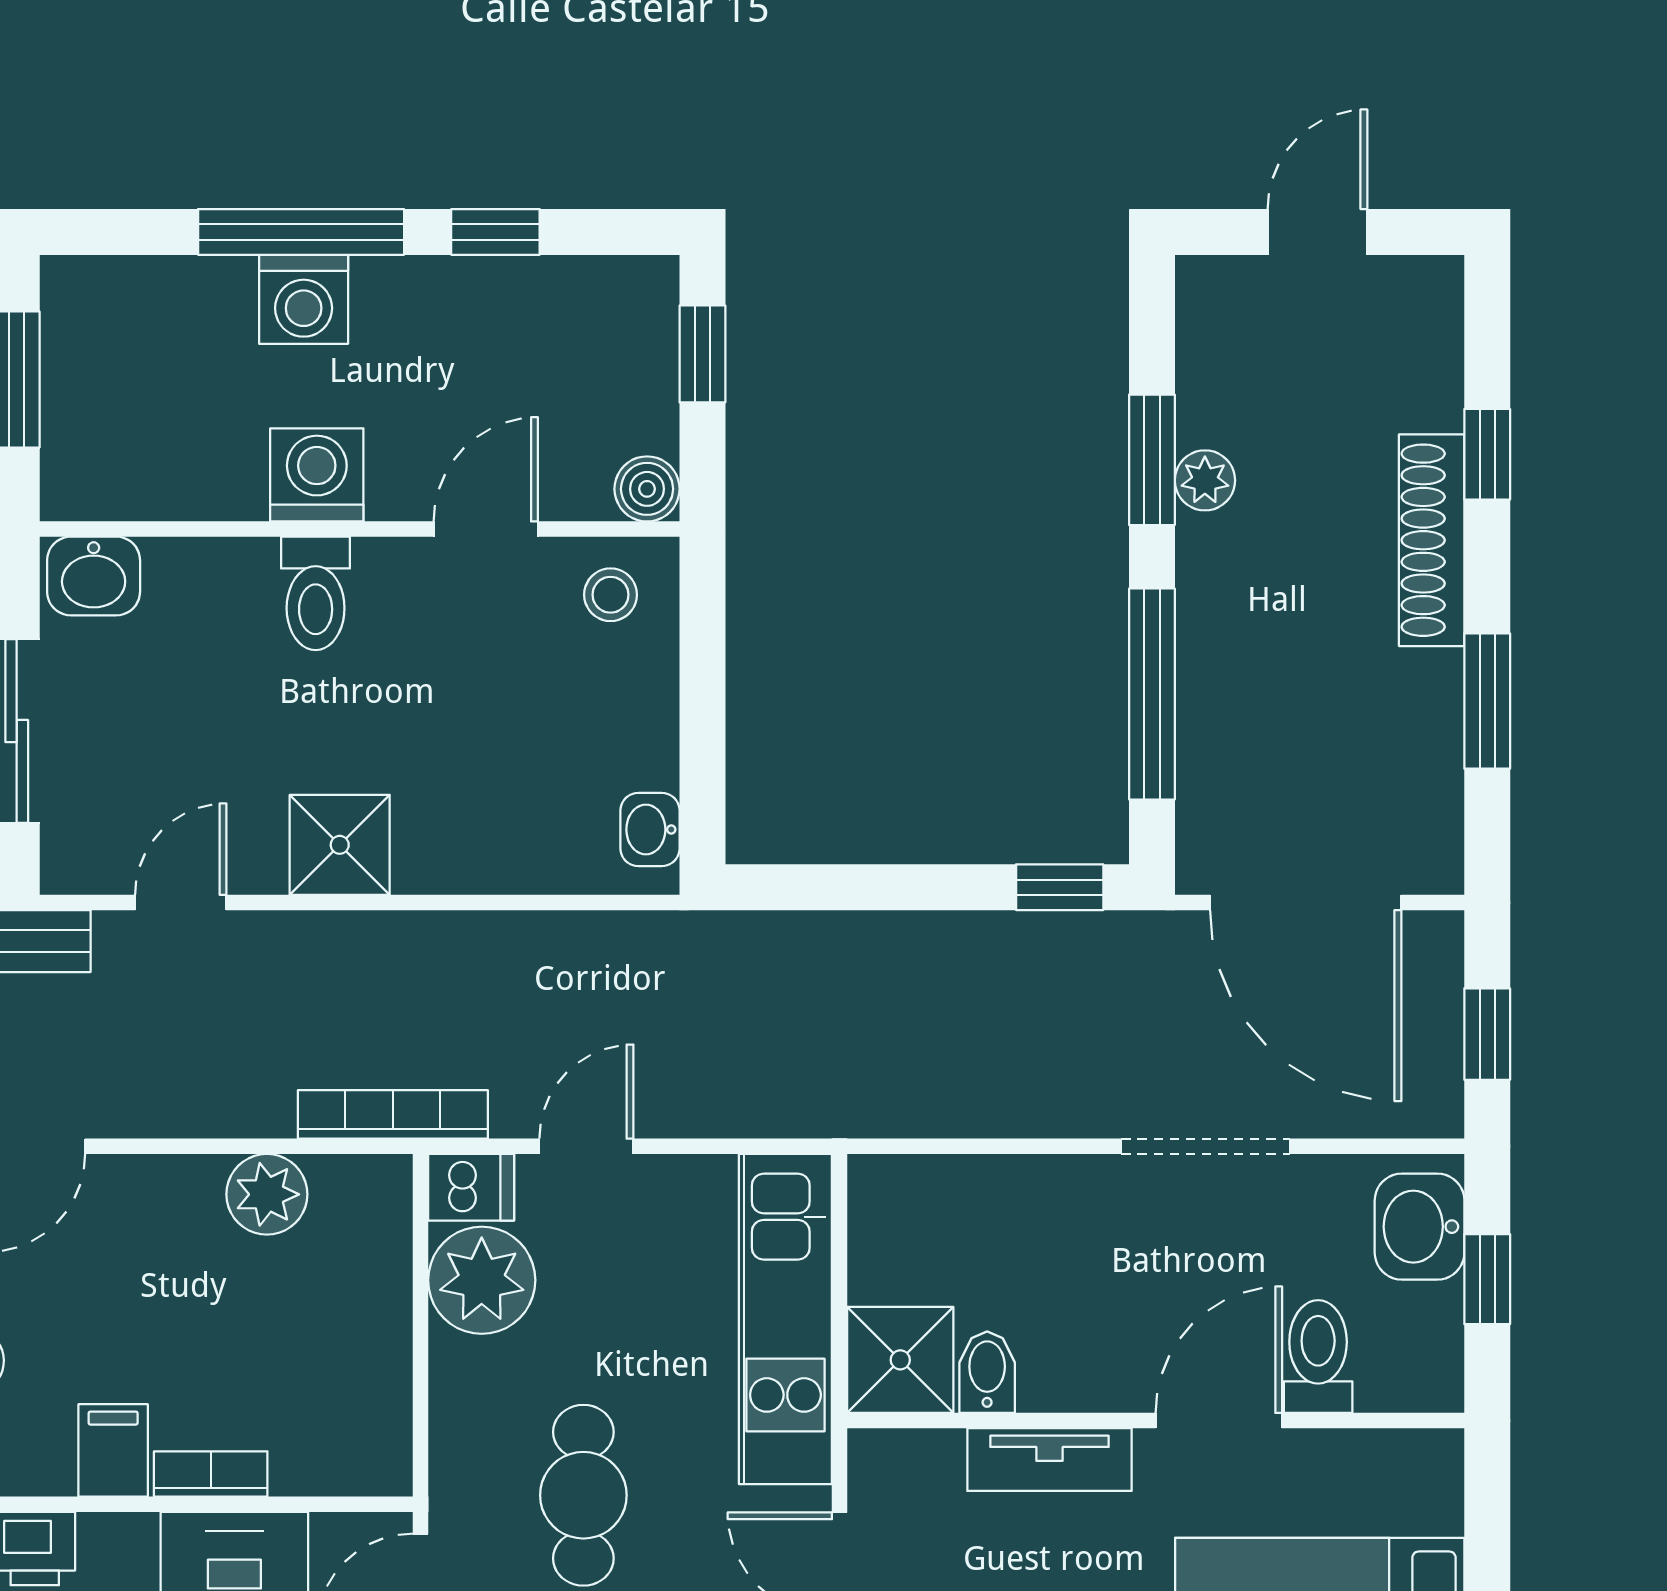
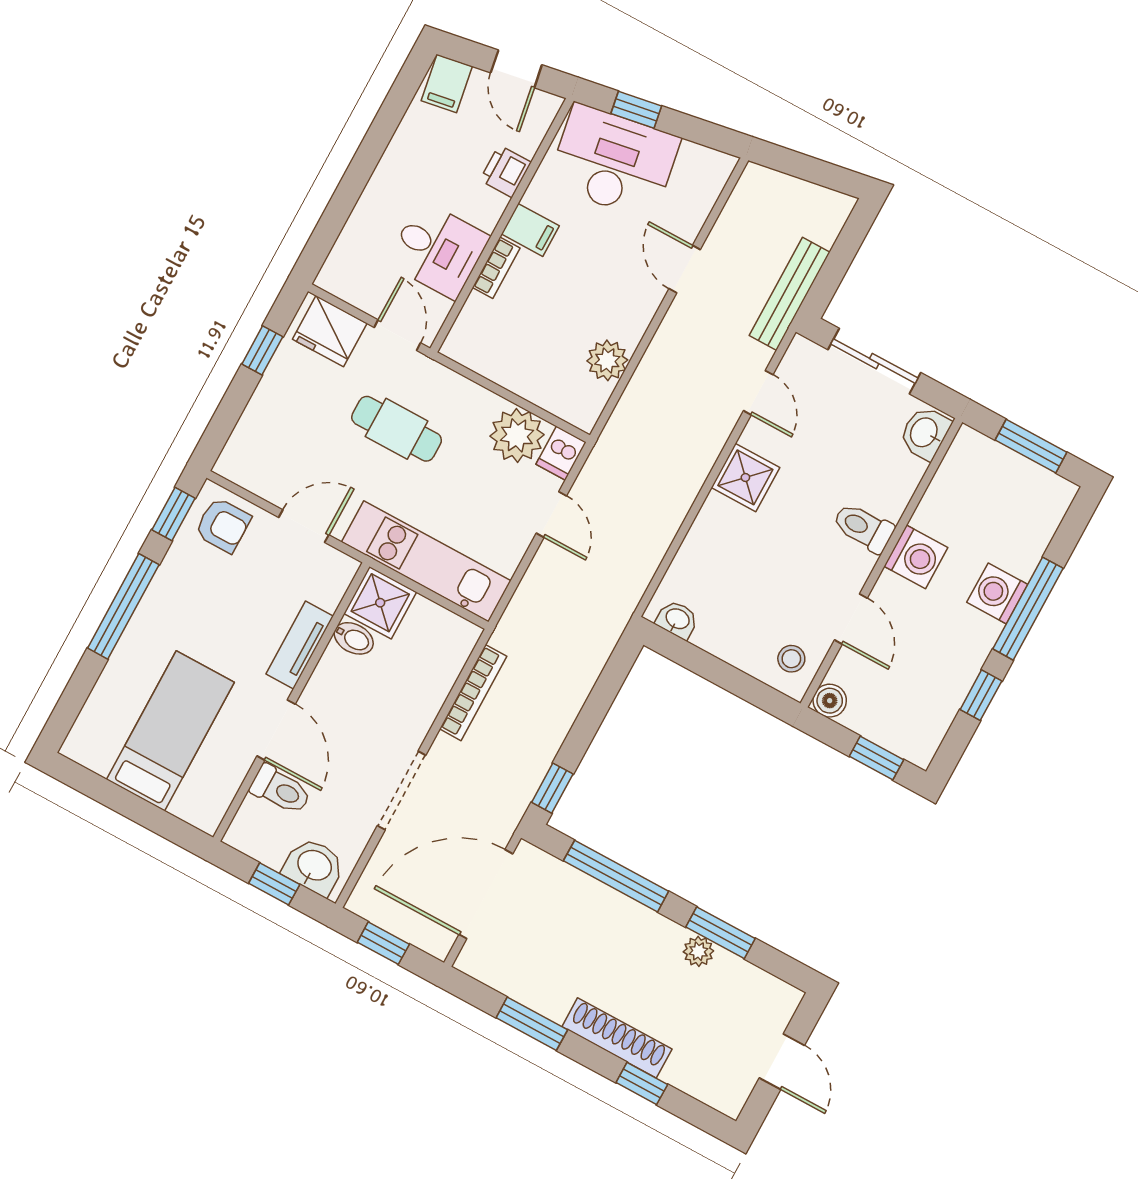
bookcase: (393, 1114) -> (473, 693), moved

